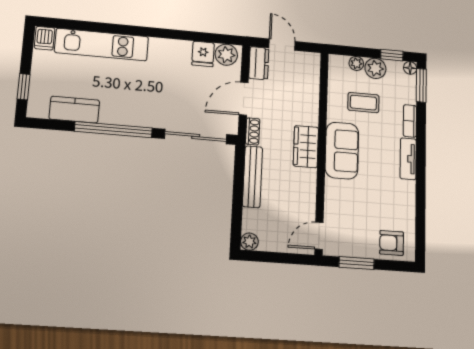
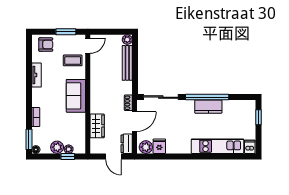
window: (392, 55) -> (68, 156), moved
coffee table: (363, 103) -> (73, 60), moved
kitchen counter: (74, 110) -> (208, 107), moved
wardrobe: (306, 147) -> (97, 126), moved
tv unit: (408, 159) -> (37, 75), moved
bench: (252, 177) -> (127, 63), moved

